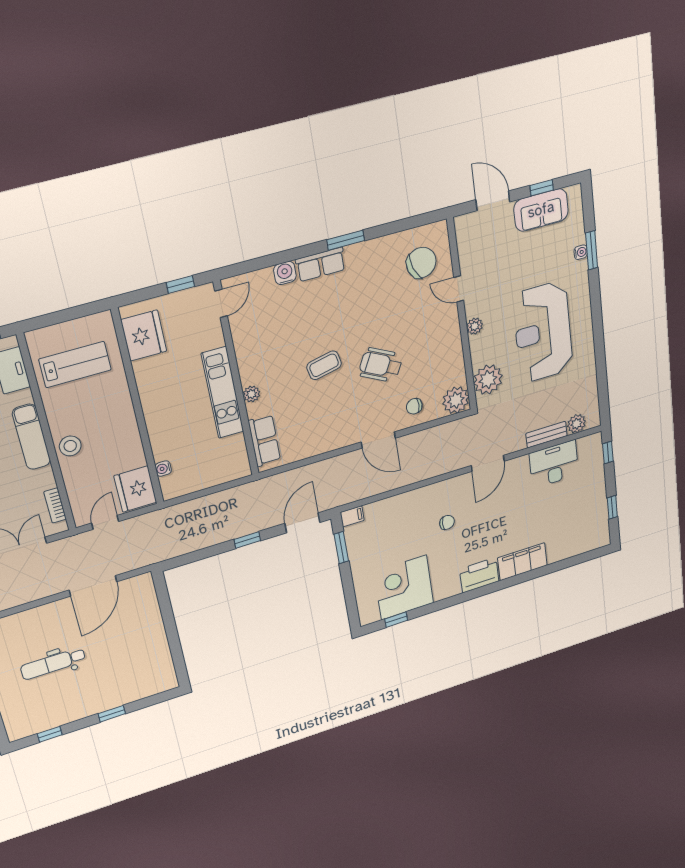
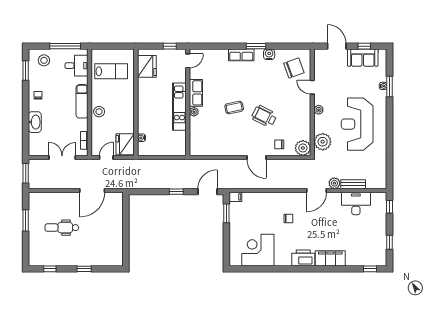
water cooler: (285, 273) -> (269, 54), moved
plant: (577, 424) -> (334, 183), moved
row of seats: (264, 441) -> (196, 93), moved
window: (396, 620) -> (370, 269), moved

